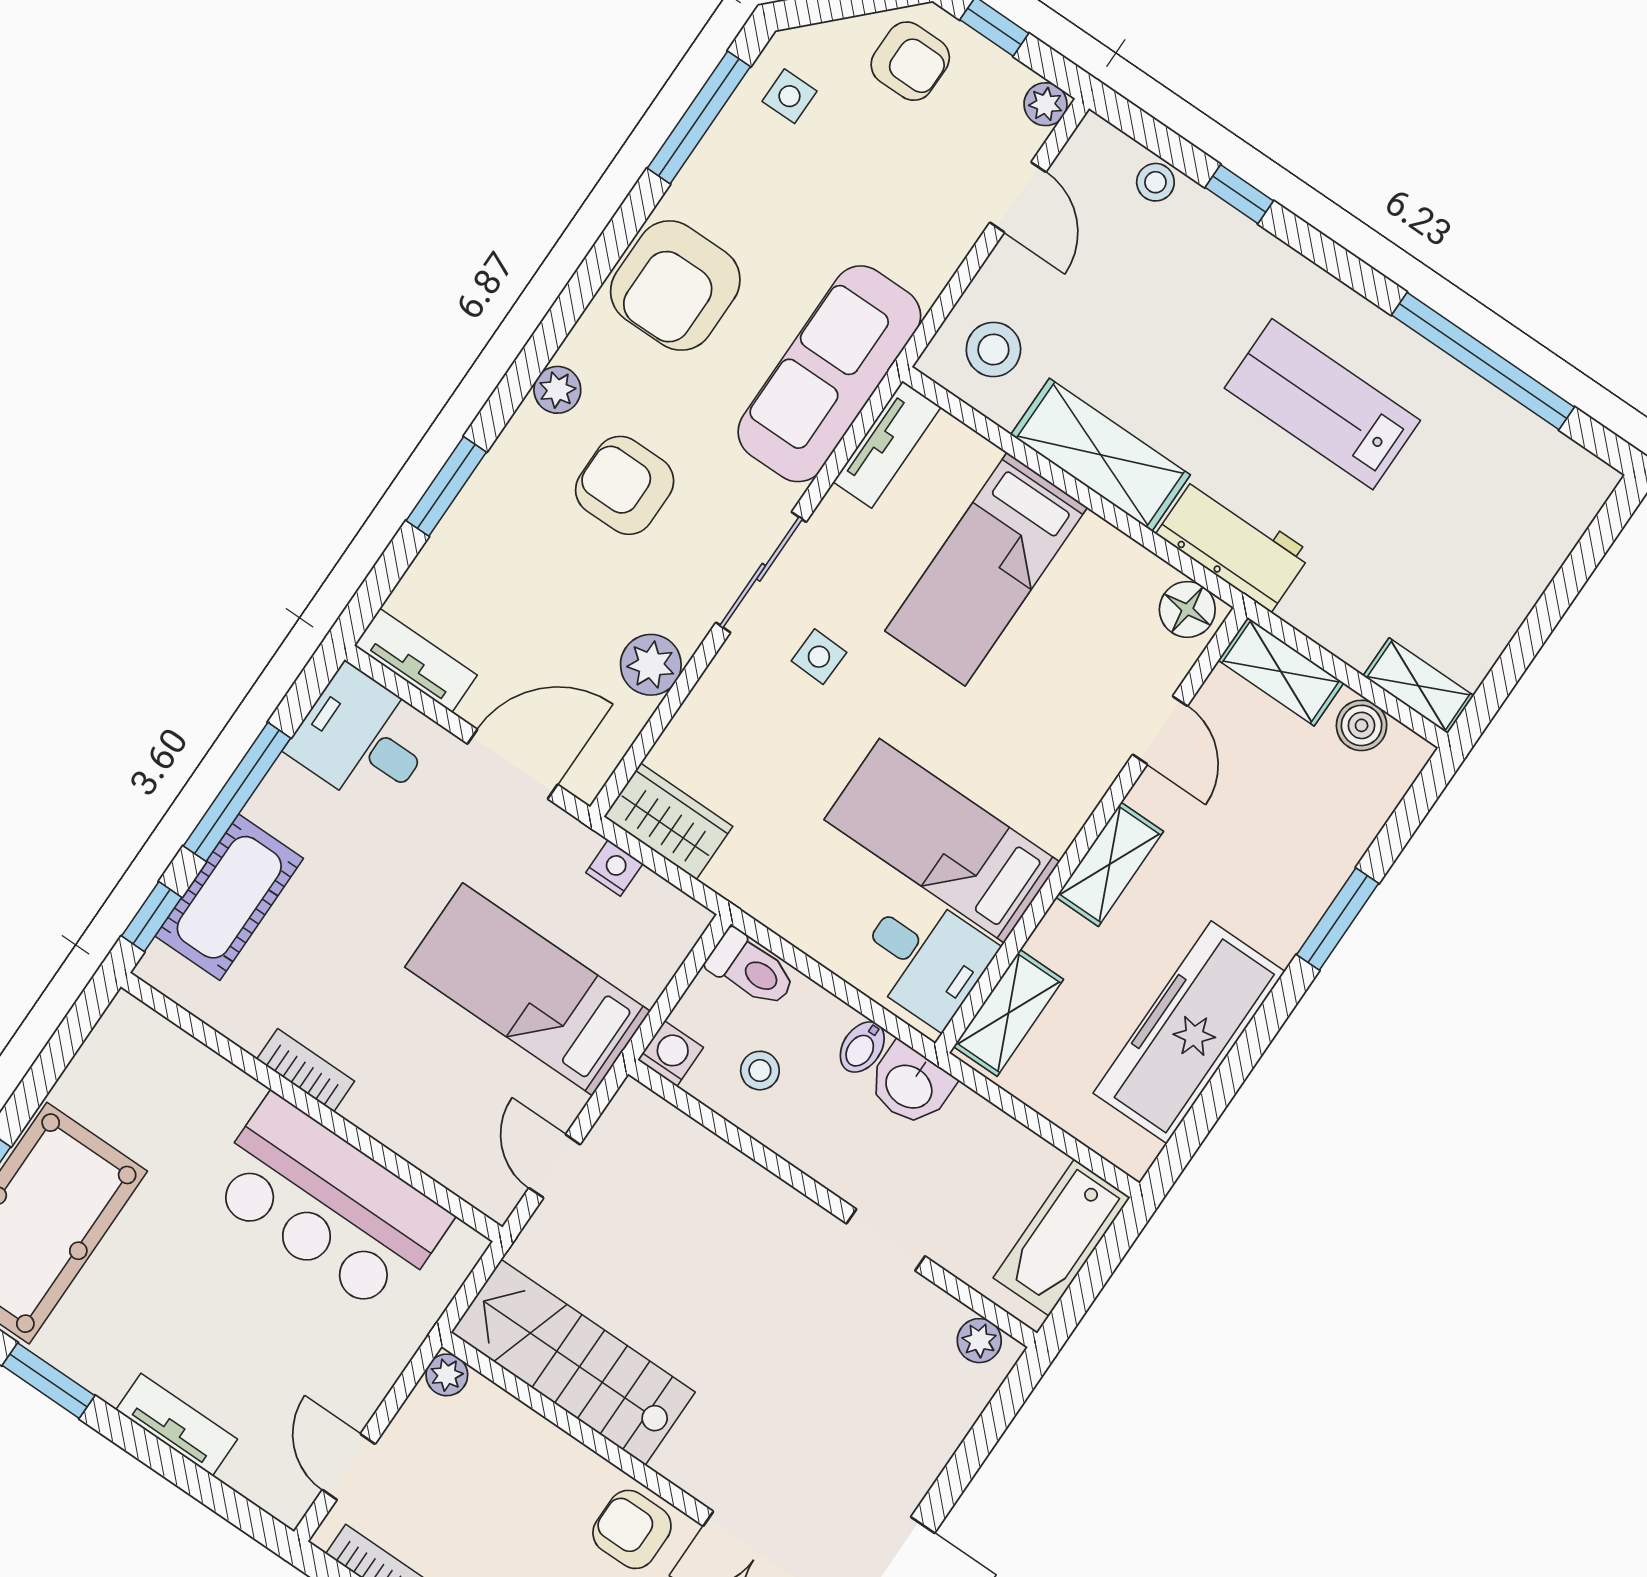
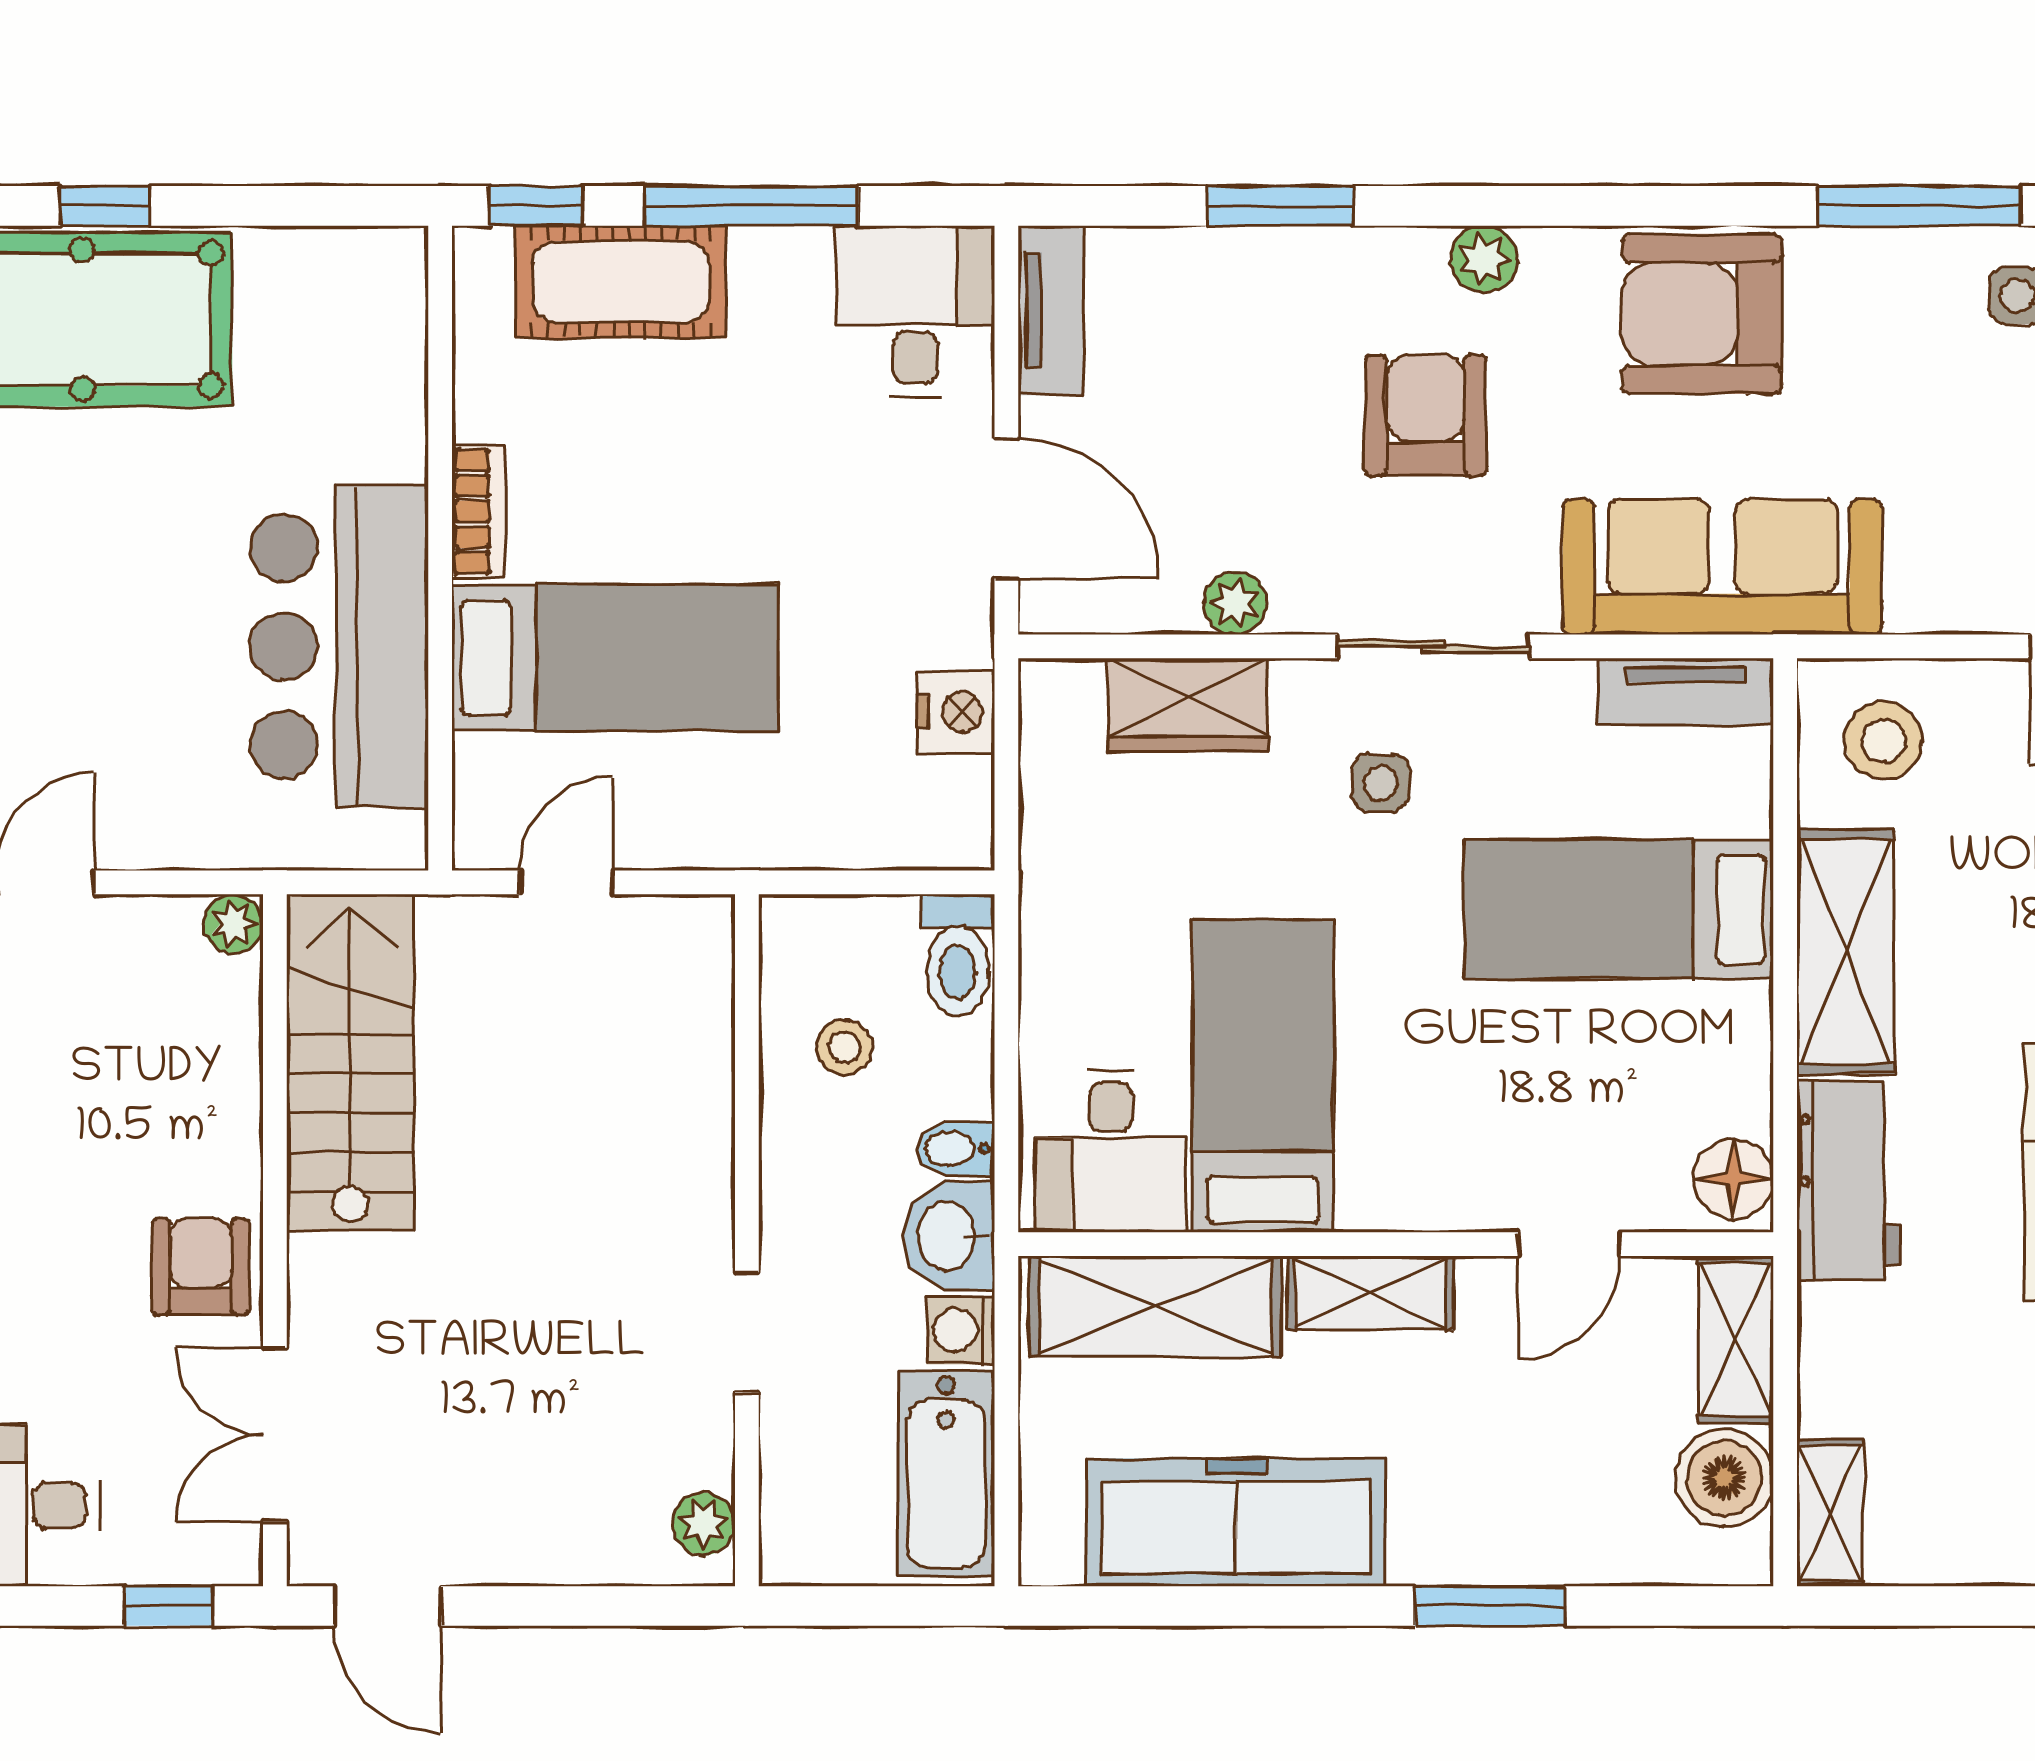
plant: (651, 665) -> (1235, 603), width x0.73, depth x0.73
boiler: (1362, 725) -> (1724, 1478), width x1.36, depth x1.36
wardrobe: (668, 821) -> (1188, 705), moved, turned 90
nightstand: (614, 868) -> (956, 712), width x1.39, depth x1.35
bed: (528, 989) -> (615, 658), moved, turned 90
shelving: (1009, 1013) -> (1156, 1306), width x1.50, depth x1.33
washing machine: (670, 1054) -> (961, 1330), moved, turned 180
bathtub: (1062, 1238) -> (946, 1474), moved, turned -90

